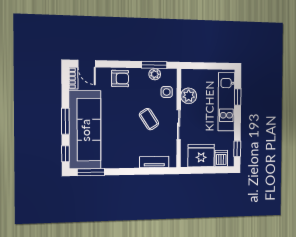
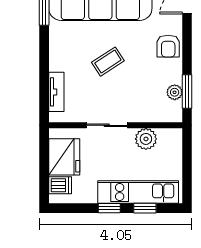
side table: (167, 92) -> (151, 109), removed
coffee table: (149, 119) -> (108, 62), moved
window: (237, 149) -> (109, 208), moved

